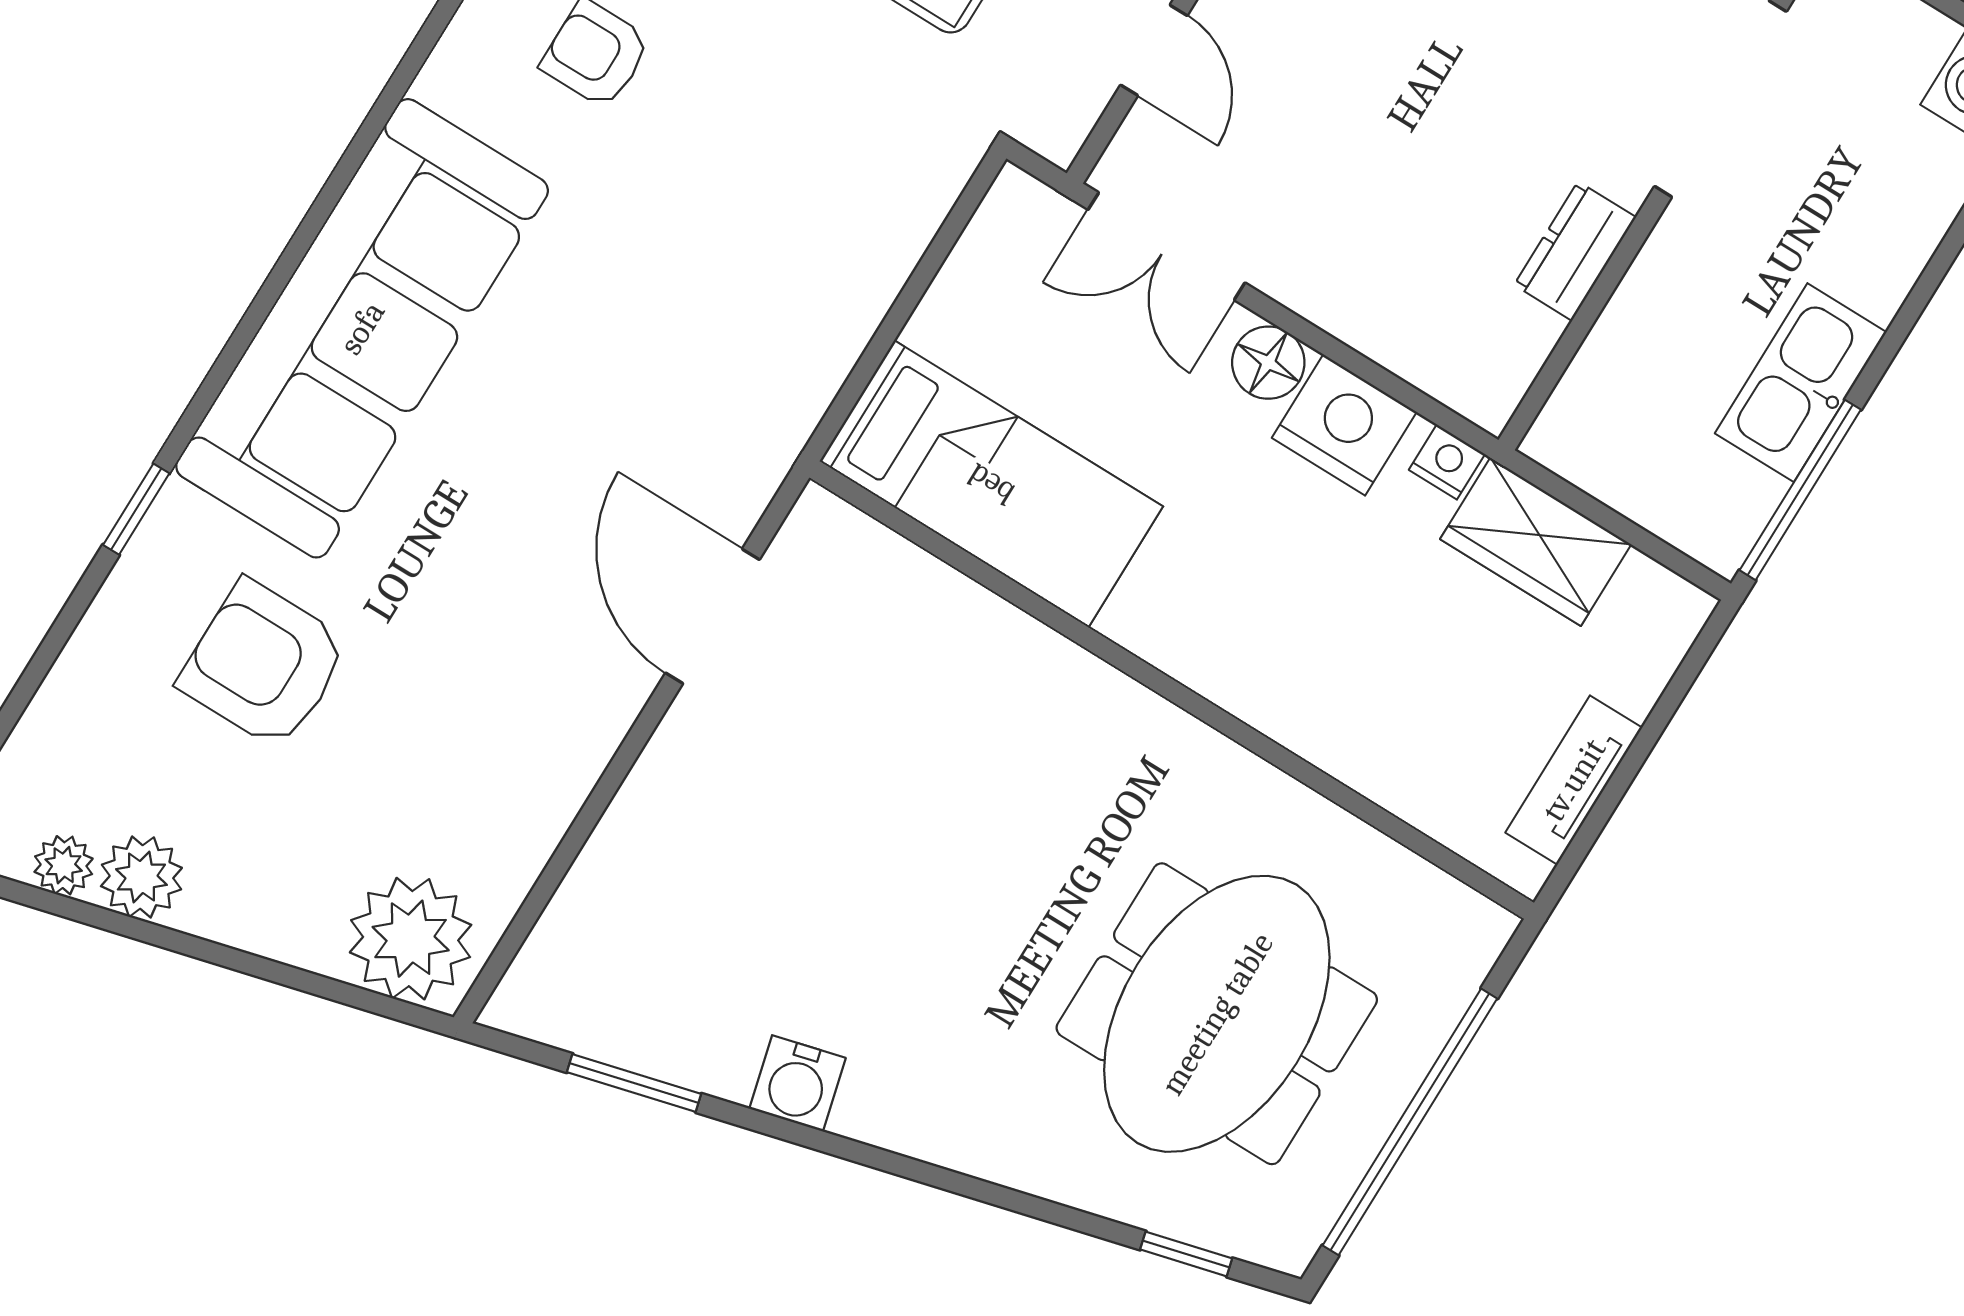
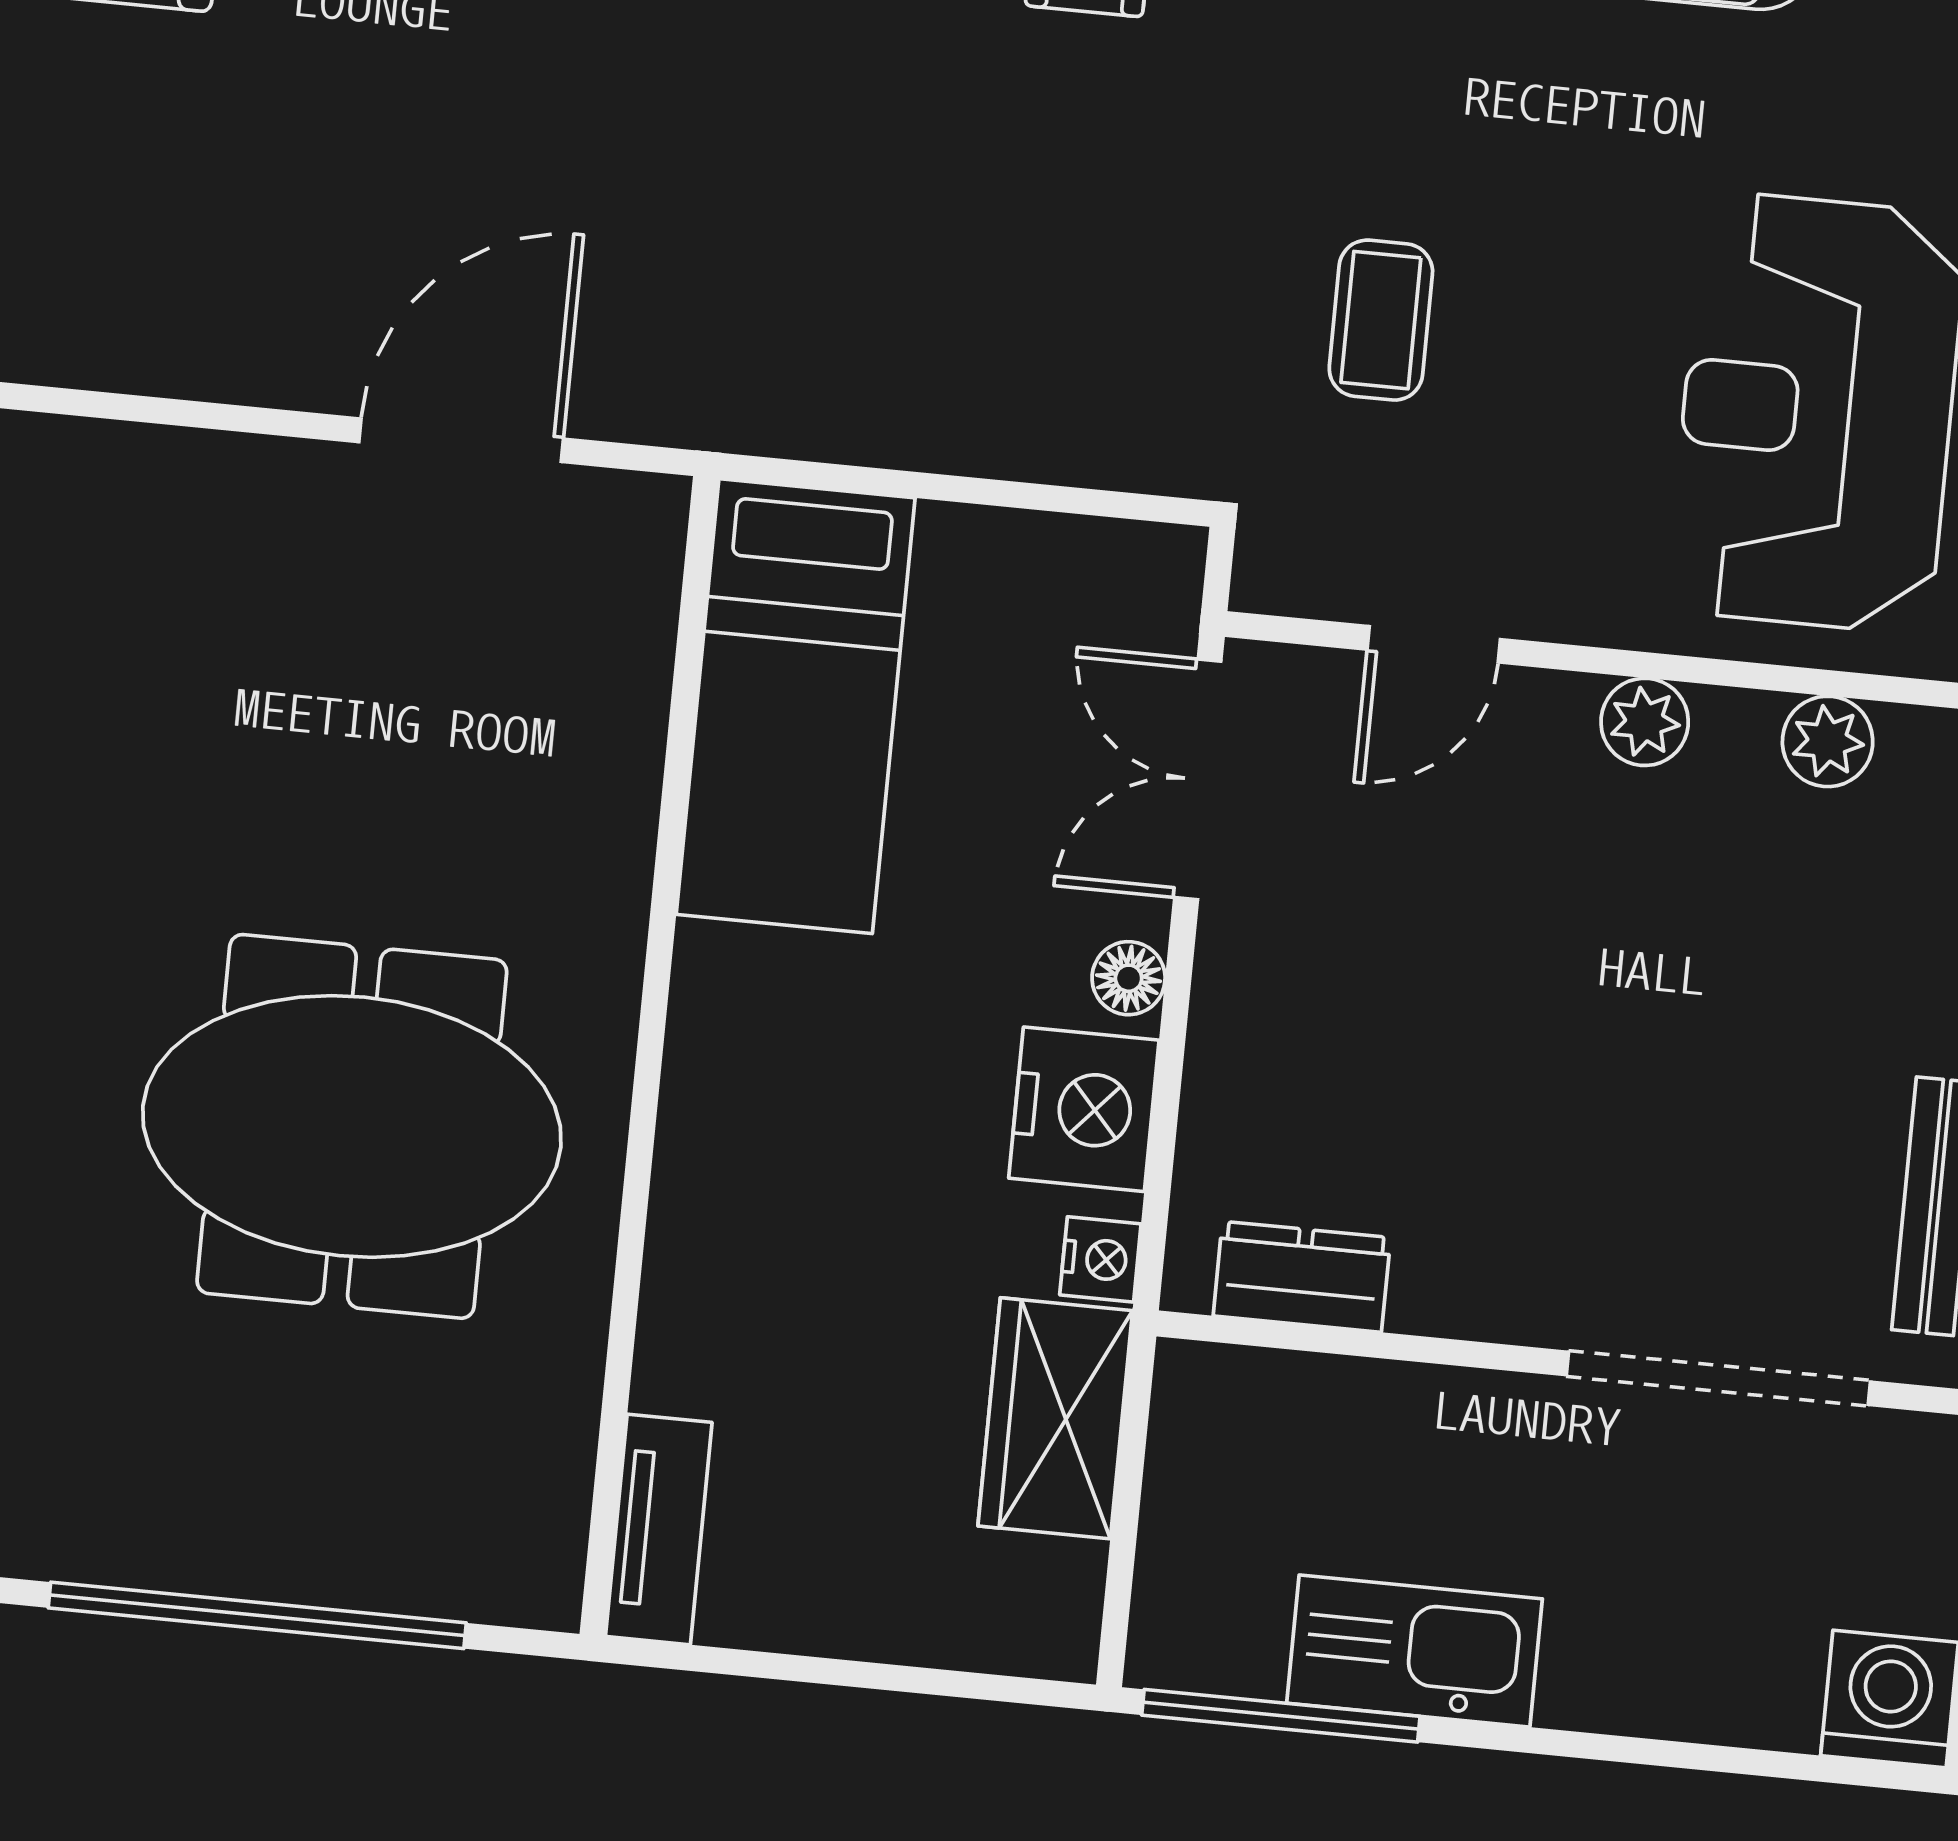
dresser: (1575, 251) -> (1302, 1277), moved
floor lamp: (1268, 363) -> (1129, 978), width x0.73, depth x0.73
tv unit: (1574, 780) -> (659, 1529), moved, turned 90
meeting table: (1217, 1014) -> (352, 1126), moved

